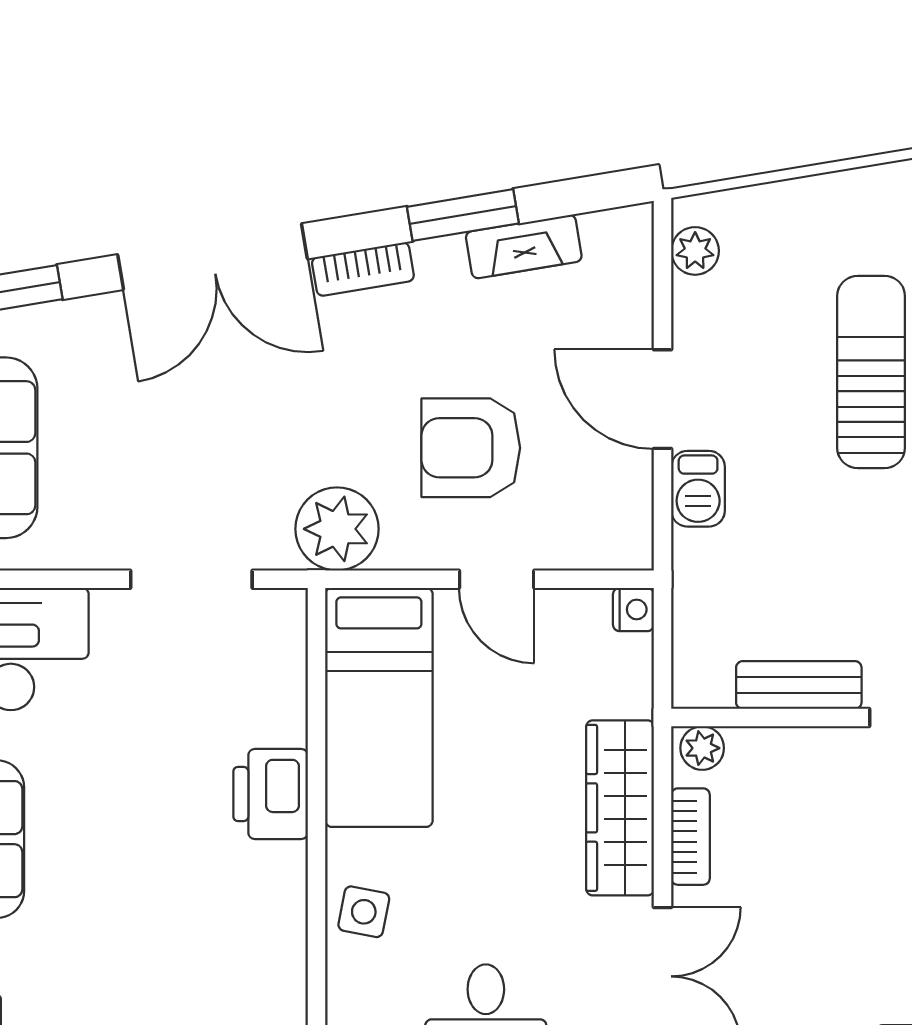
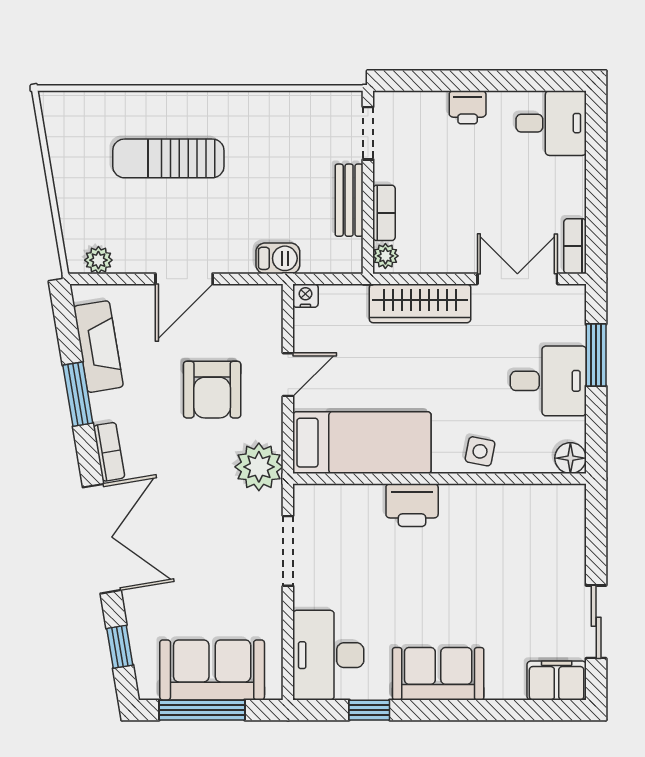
fireplace: (524, 247) -> (98, 347), width x1.37, depth x1.32
barbecue: (698, 489) -> (278, 258), moved
bookcase: (690, 837) -> (384, 213), moved, turned 90

